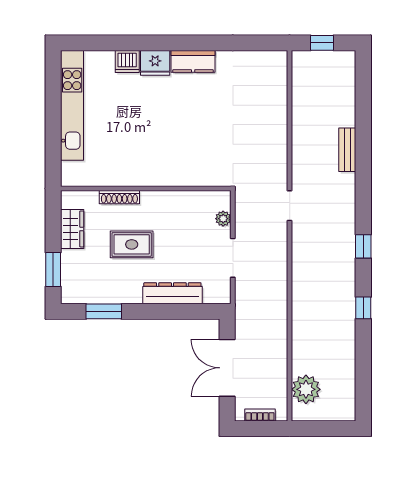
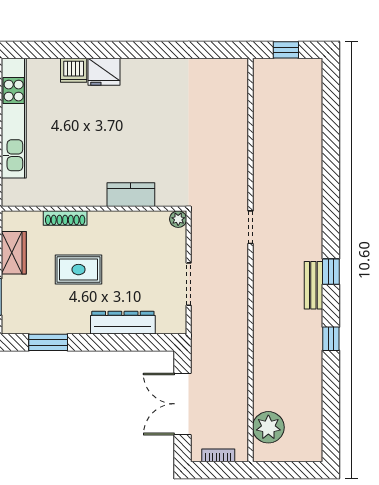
kitchen counter: (193, 61) -> (131, 195), moved, turned 180
bench: (347, 150) -> (313, 285), moved
plant: (223, 219) -> (178, 219), moved

